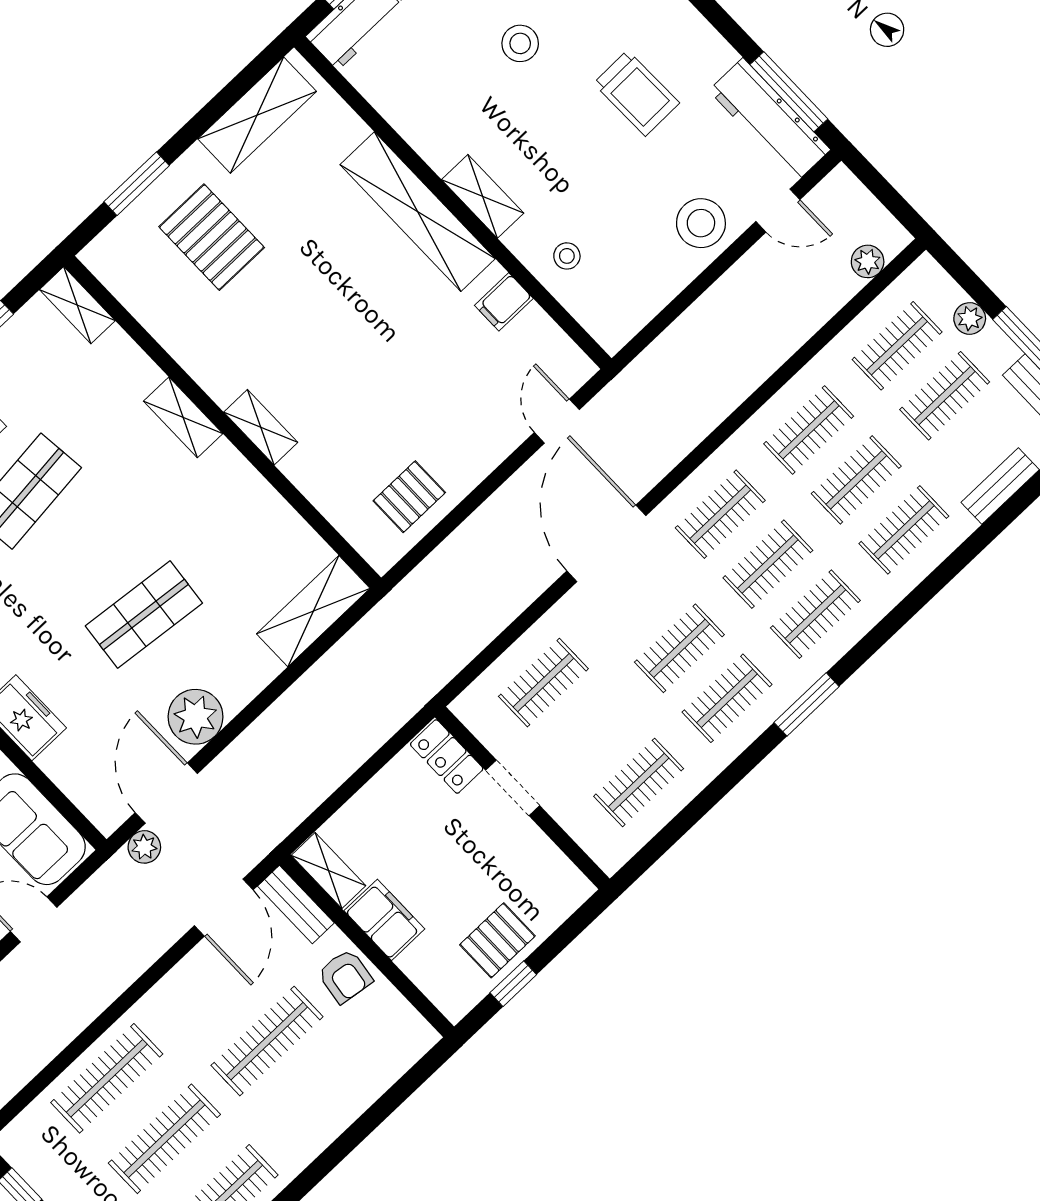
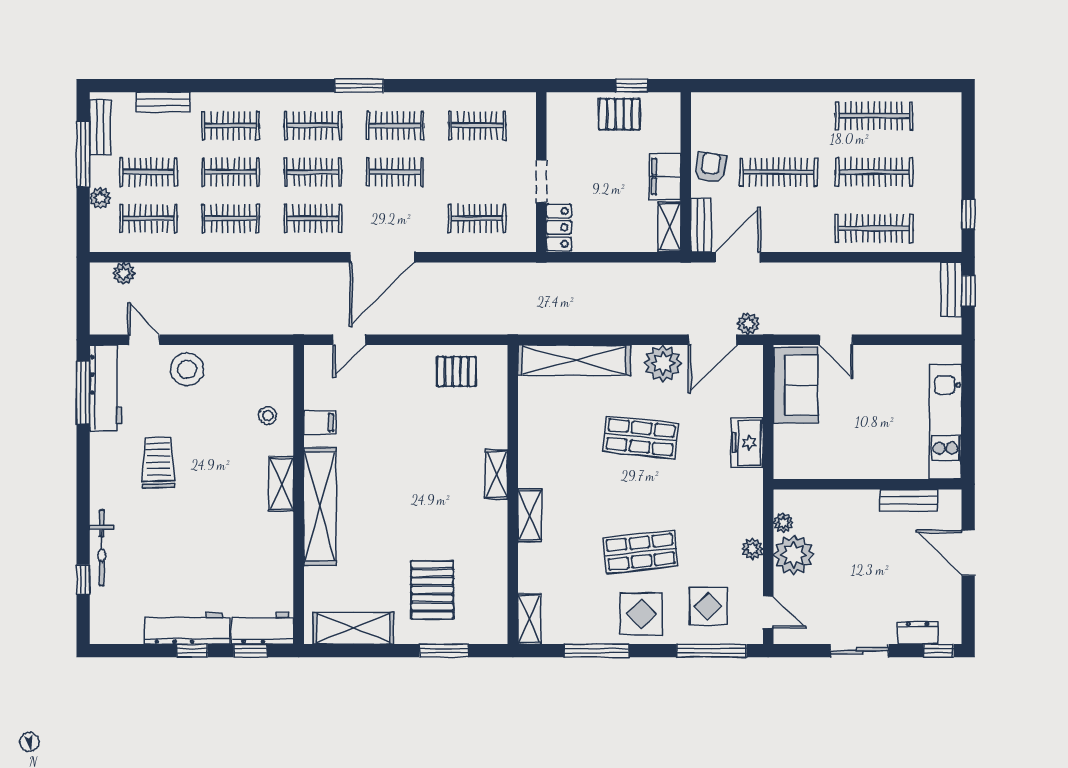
stool: (520, 43) -> (192, 541), removed
shelving: (313, 611) -> (574, 360), width x1.47

